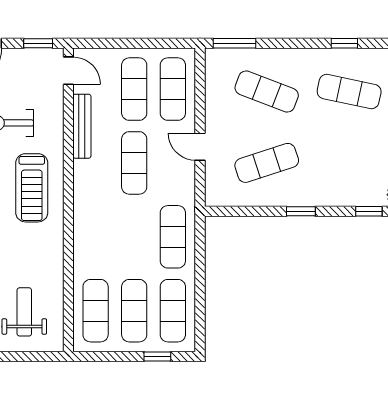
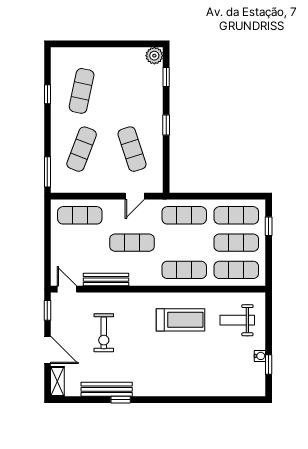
door: (68, 71) -> (67, 289), hinge flipped
exercise mat: (134, 89) -> (184, 270), moved
door: (200, 147) -> (135, 196), moved
treadmill: (32, 188) -> (181, 320), moved

